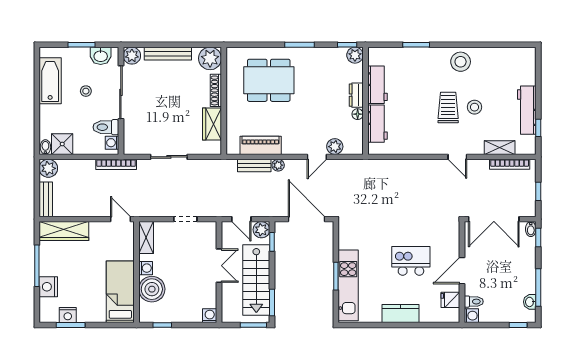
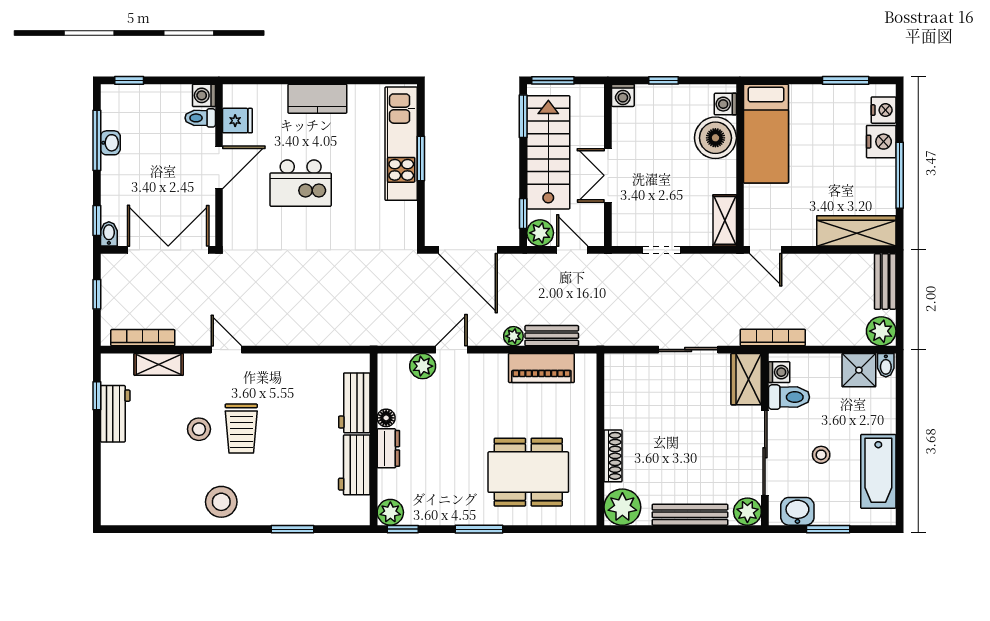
workbench: (527, 110) -> (115, 414), width x0.73
wardrobe: (212, 124) -> (746, 379), moved, turned 180
washing machine: (146, 268) -> (725, 104), moved
washbasin: (530, 302) -> (110, 143), moved
nightstand: (68, 315) -> (884, 110), moved, turned 90
window: (162, 325) -> (664, 80), moved

